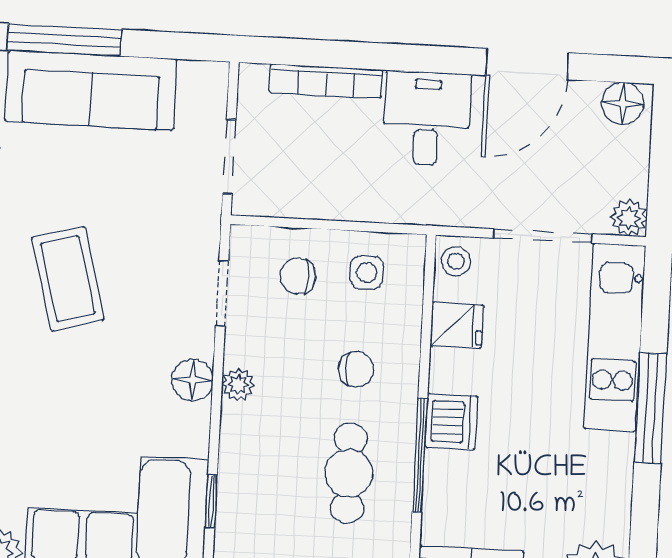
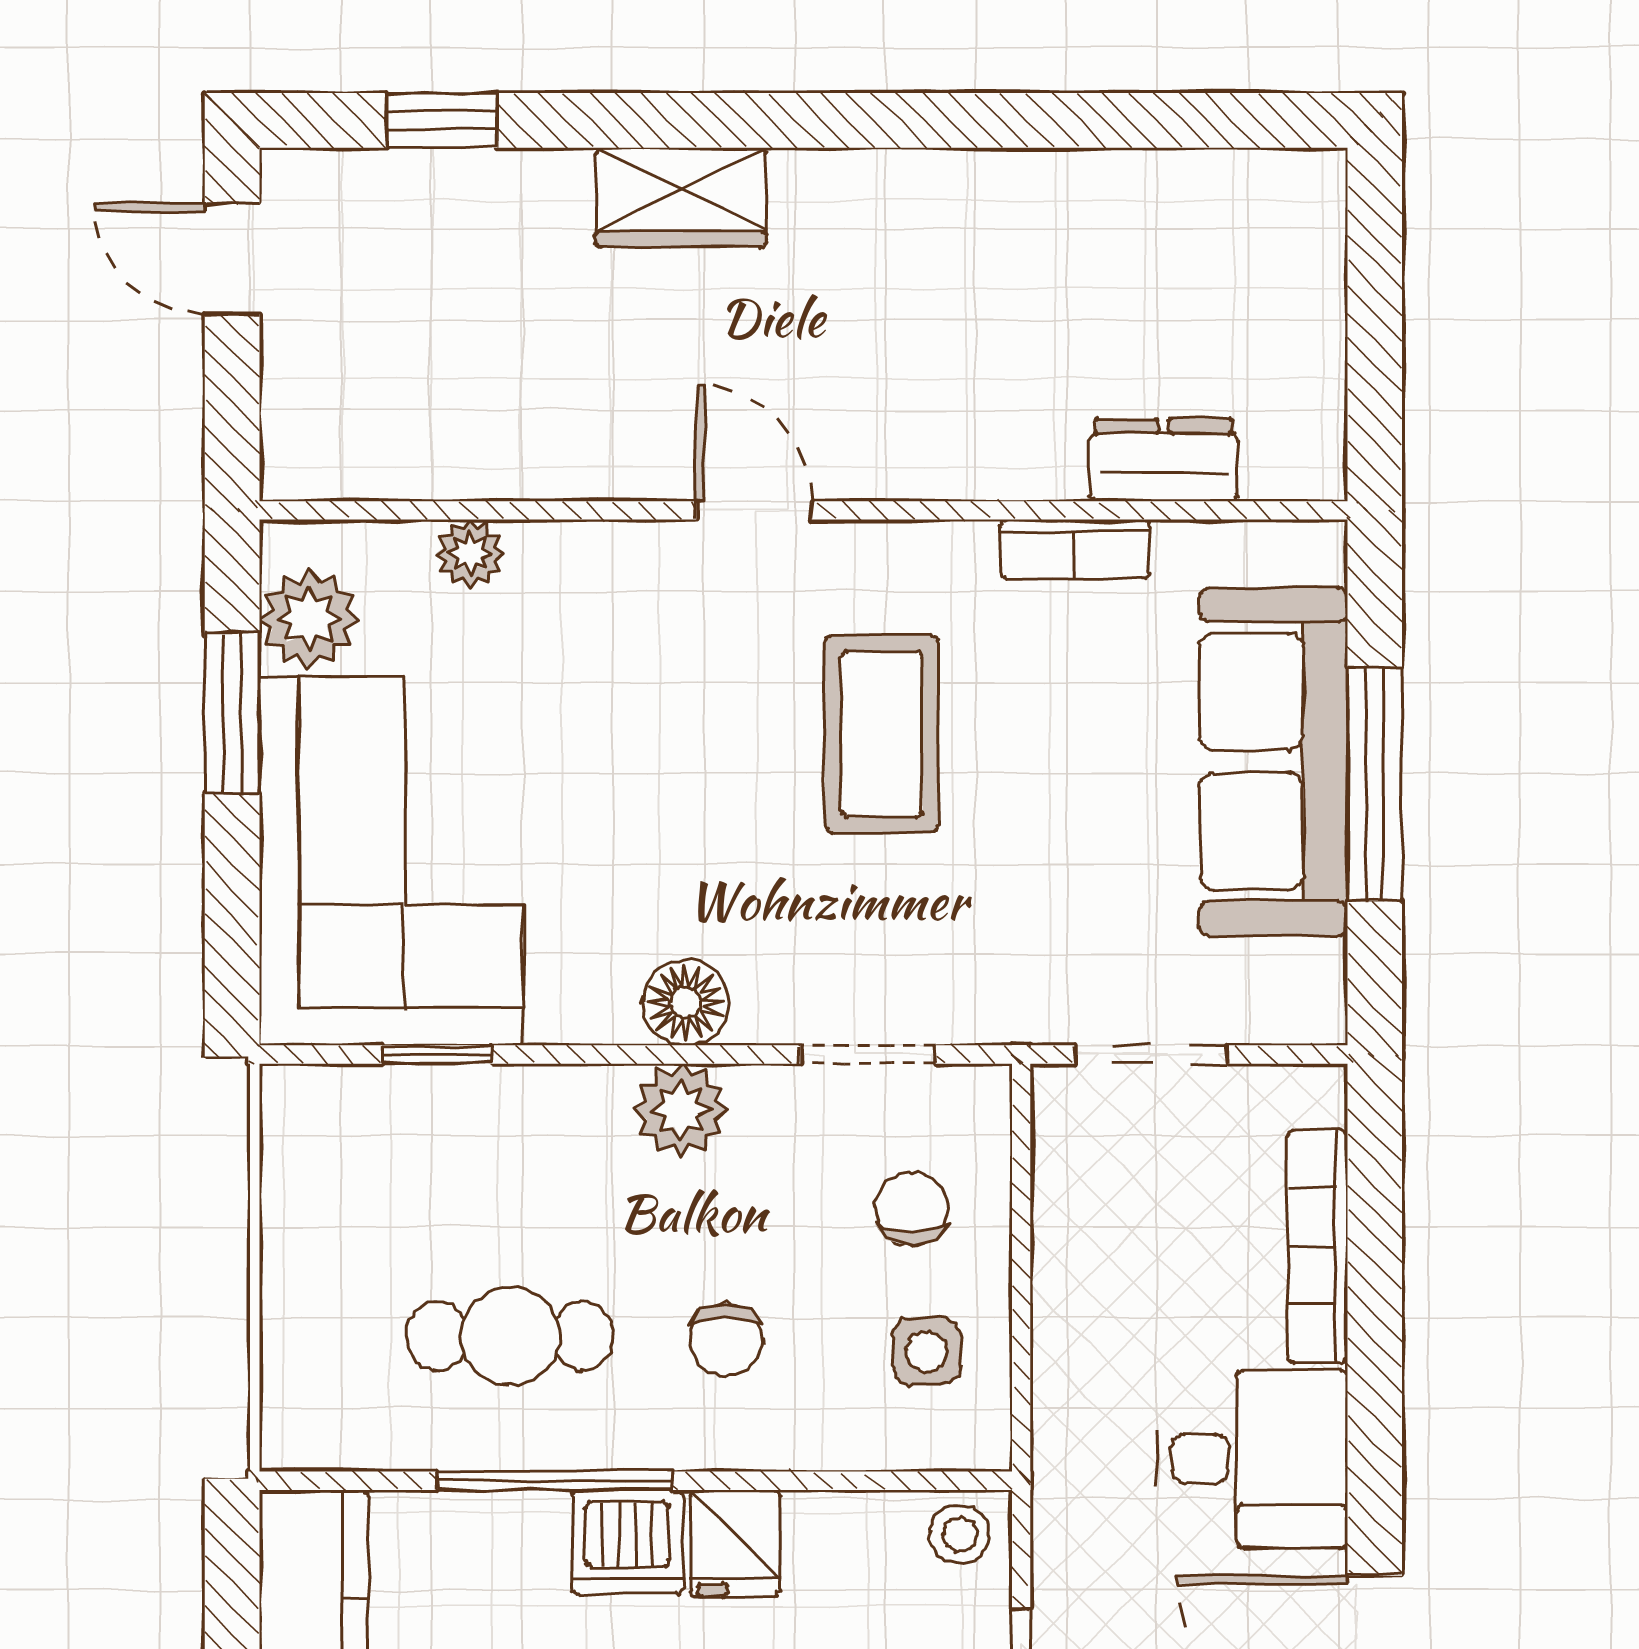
window: (64, 40) -> (1375, 784), moved
coffee table: (68, 279) -> (882, 734), turned -75
fridge: (457, 325) -> (735, 1543), moved
plant: (238, 385) -> (681, 1110), width x1.38, depth x1.38

